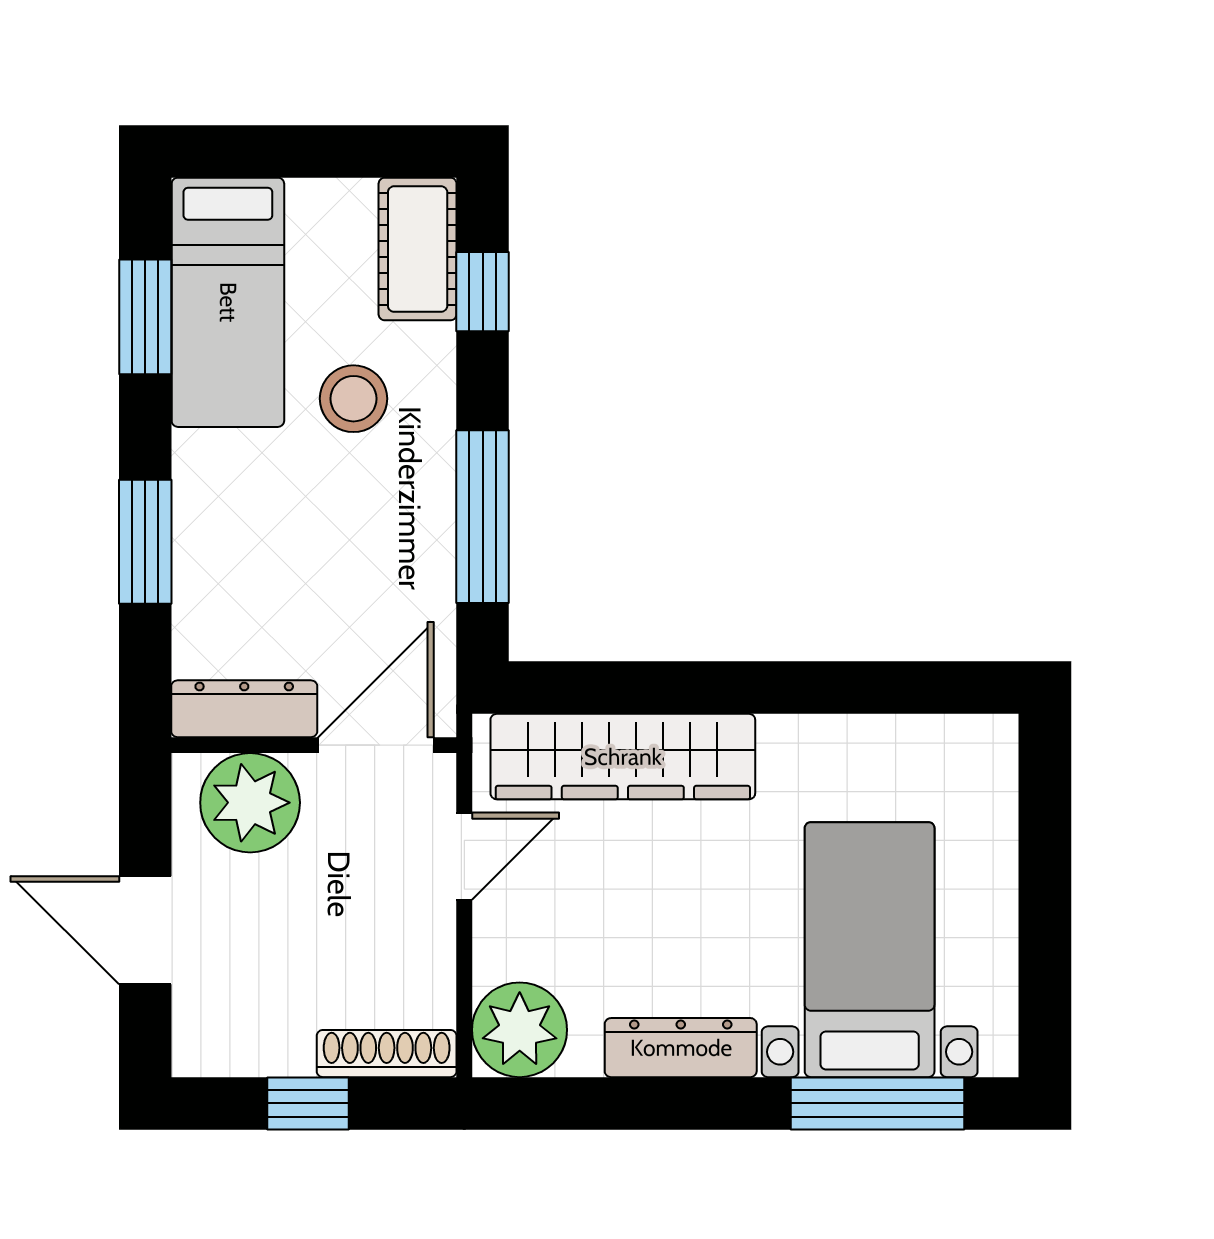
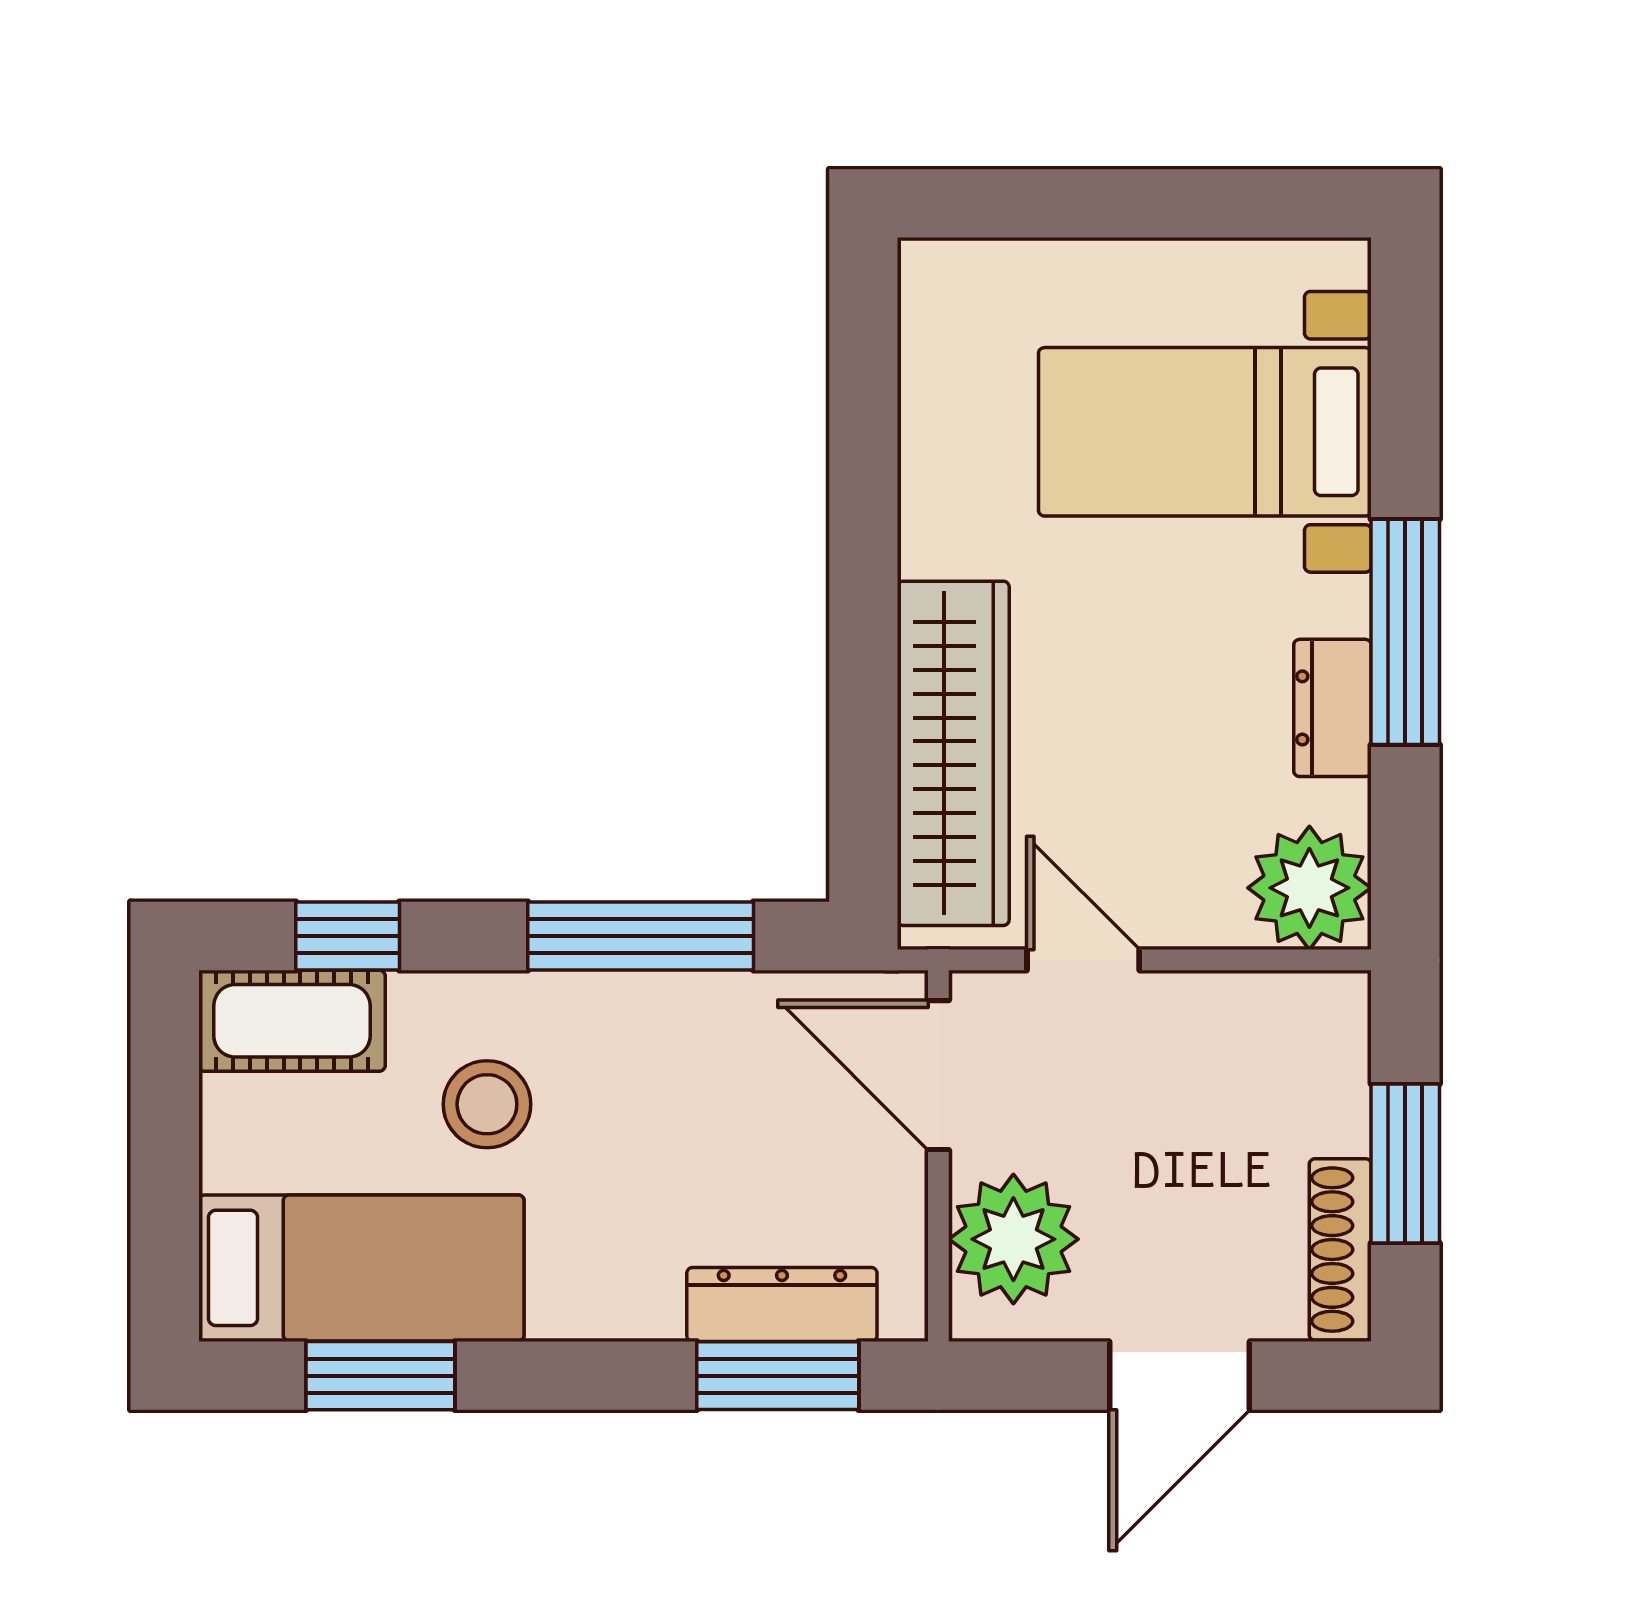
window: (145, 542) -> (778, 1376), moved
dresser: (244, 709) -> (782, 1304), moved, turned 90
dresser: (681, 1048) -> (1333, 708), width x0.70
shoe rack: (387, 1054) -> (1340, 1250), moved
window: (308, 1103) -> (1405, 1164), width x1.50
window: (877, 1103) -> (1405, 632), moved

